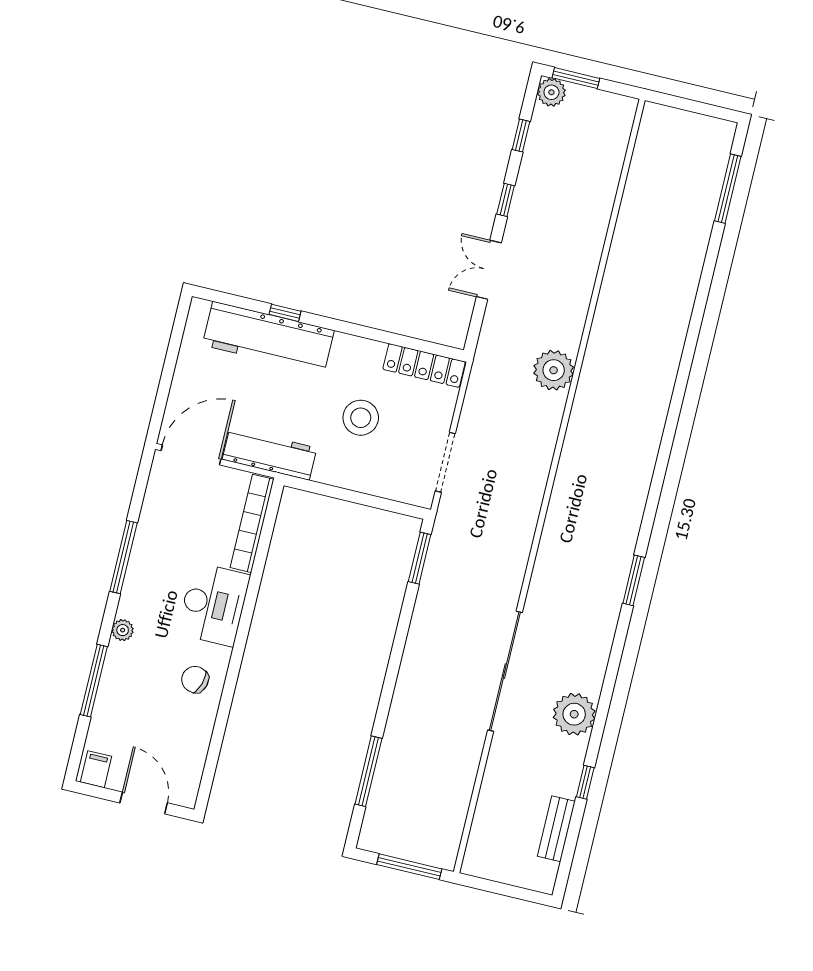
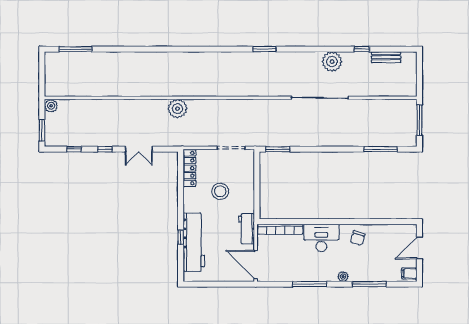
plant: (551, 92) -> (51, 106), moved
workbench: (270, 454) -> (247, 229), width x0.73

